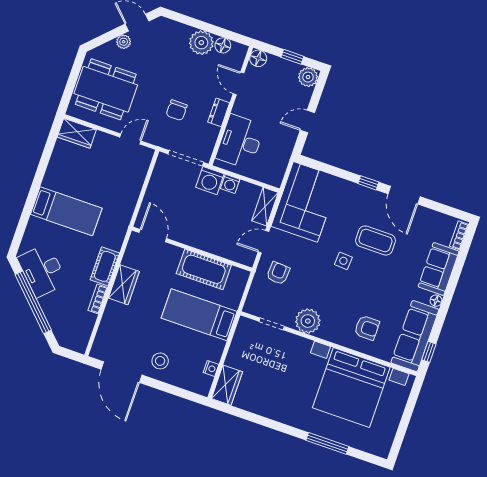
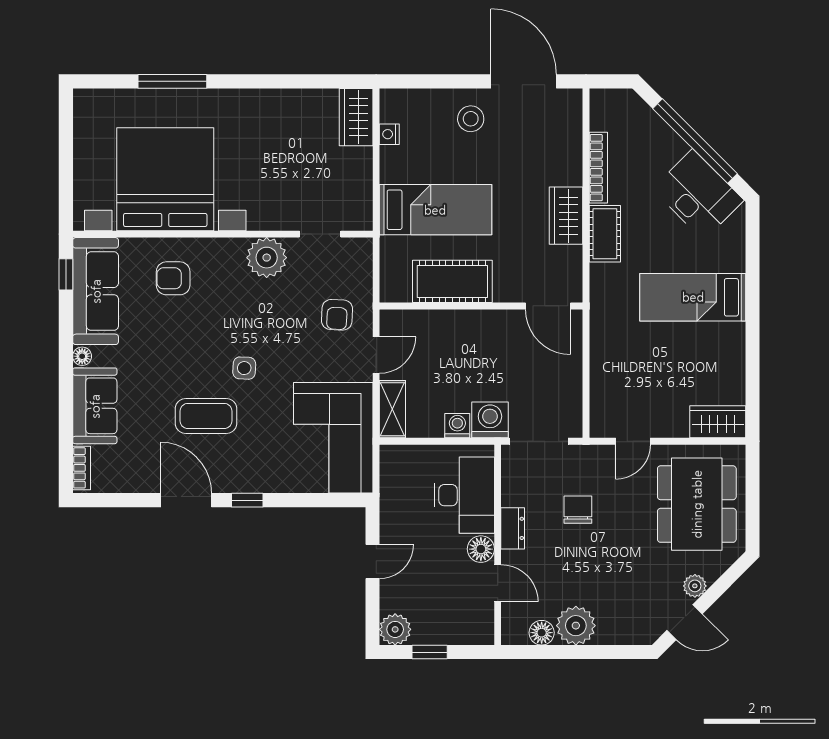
floor lamp: (258, 58) -> (481, 549), moved
dining table: (106, 89) -> (697, 504), turned 90
bookcase: (98, 299) -> (598, 168), width x1.56

